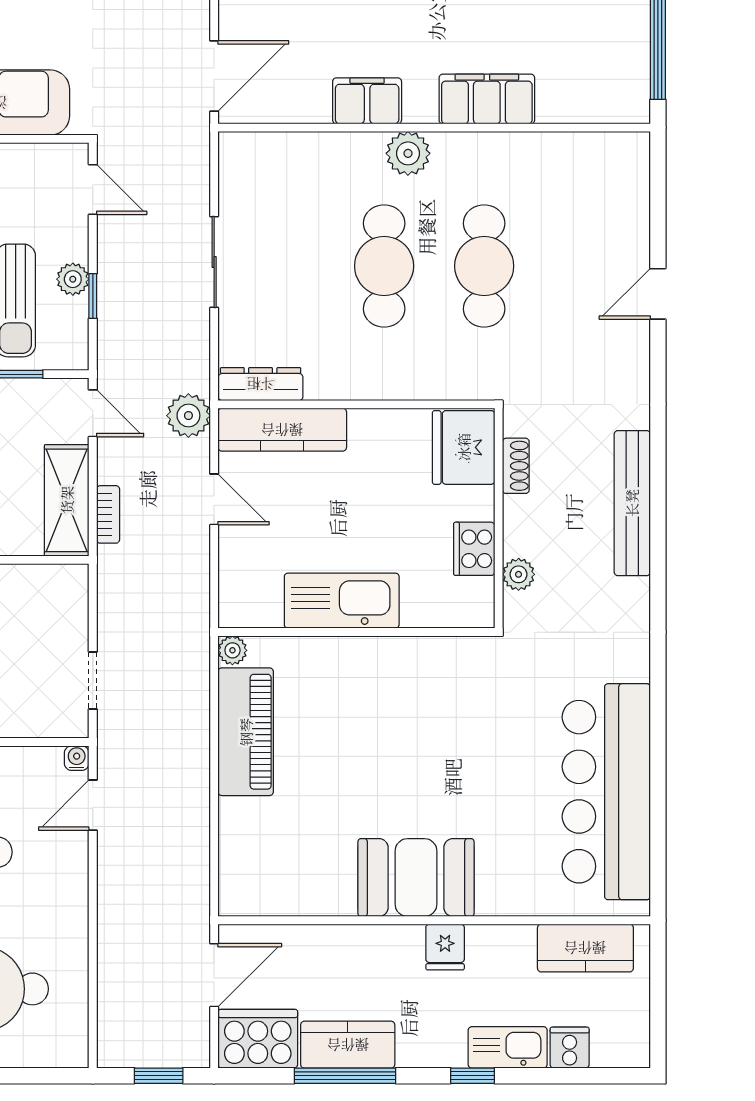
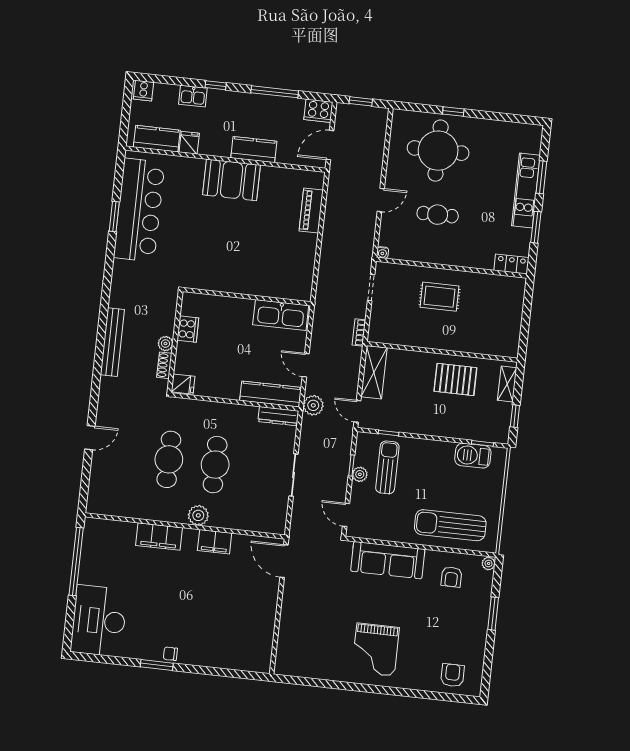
door: (214, 76) -> (284, 561), hinge flipped
fridge: (464, 447) -> (183, 384), width x0.53, depth x0.75
bookcase: (108, 514) -> (359, 332), moved
plant: (519, 574) -> (165, 344), moved
kitchen sink: (342, 601) -> (281, 315), moved
plant: (232, 650) -> (305, 294), removed
piano: (246, 732) -> (311, 210), moved, width x0.73, depth x0.75
window: (658, 772) -> (114, 217), added
door: (93, 805) -> (381, 200), moved
fridge: (445, 947) -> (189, 143), moved
cooker: (258, 1039) -> (318, 111), width x0.73, depth x0.76
kitchen counter: (348, 1045) -> (254, 150), moved, turned 180
kitchen sink: (508, 1047) -> (193, 96), width x0.73
cooker: (570, 1048) -> (144, 91), moved

